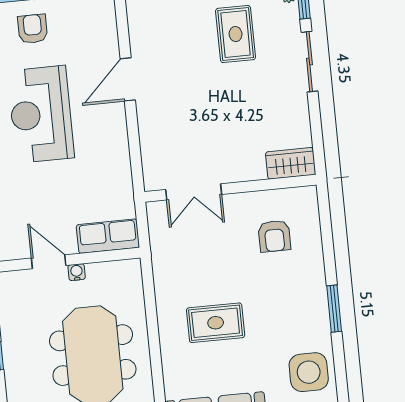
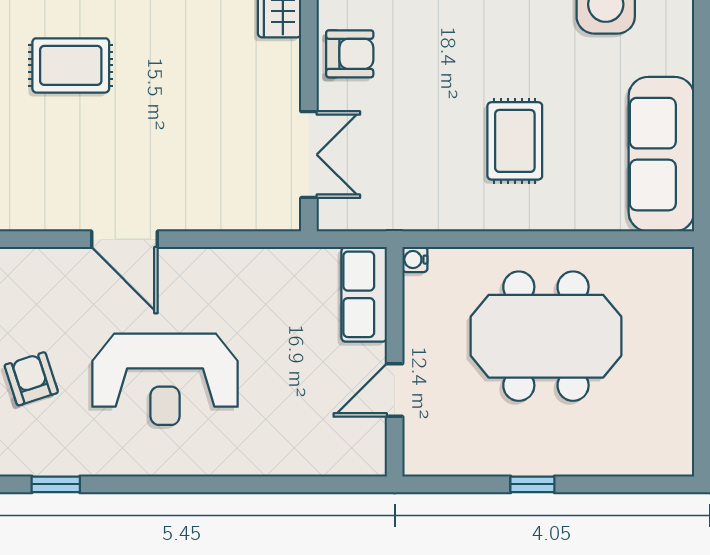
armchair: (33, 29) -> (31, 379), turned 72
armchair: (274, 236) -> (350, 54), moved
water cooler: (77, 272) -> (415, 260), moved

